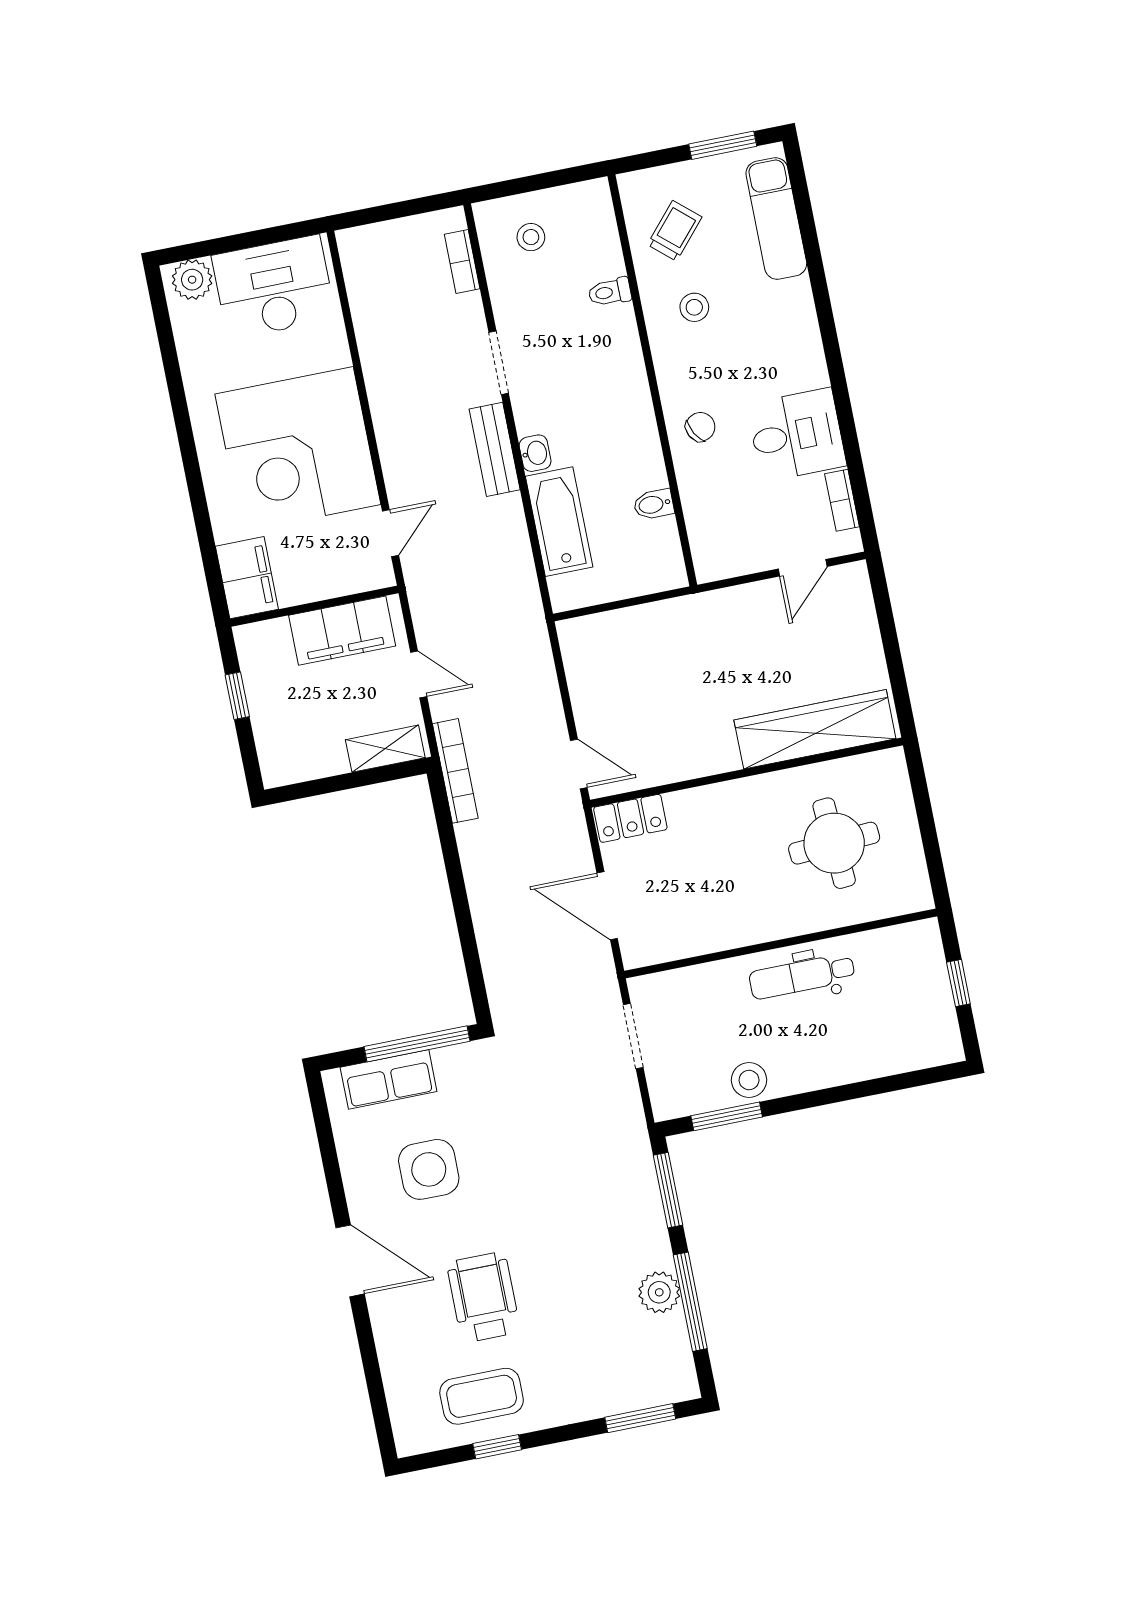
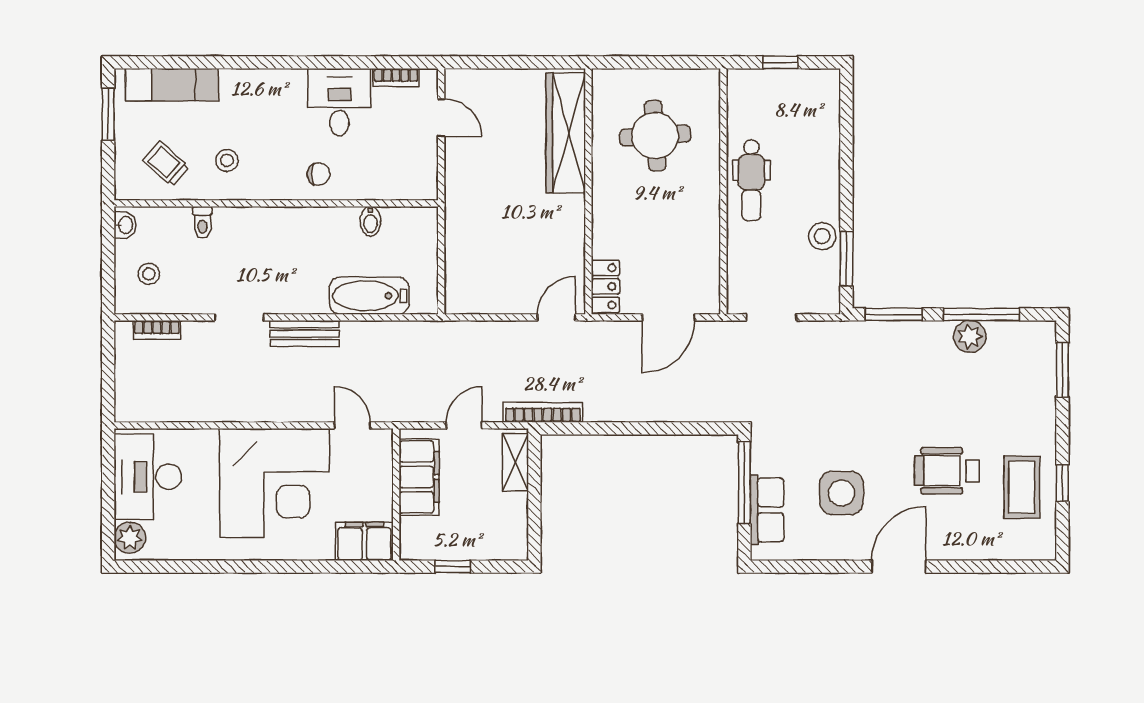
chair: (700, 427) -> (319, 174), turned 119
washbasin: (535, 453) -> (125, 225), moved, turned 90

